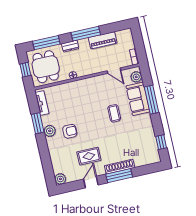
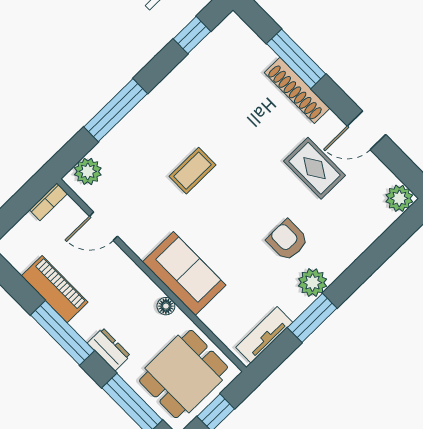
door: (114, 71) -> (103, 226), swing flipped
sofa: (138, 99) -> (184, 274), moved, turned -90
window: (119, 176) -> (296, 59), moved

